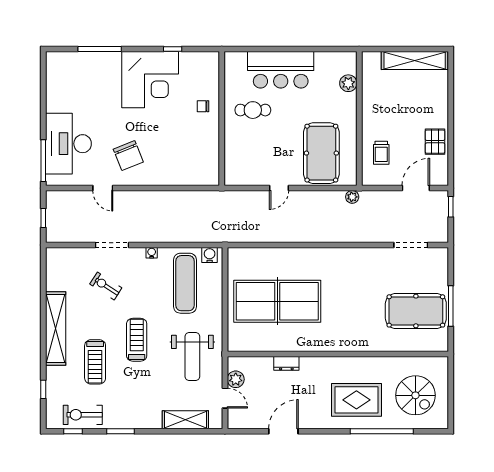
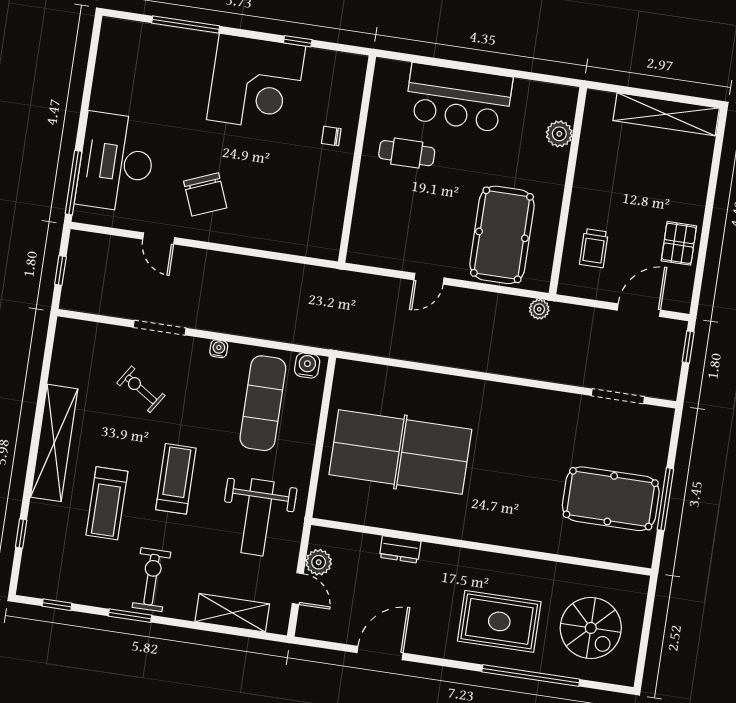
exercise bike: (83, 415) -> (151, 580), moved, turned 90

